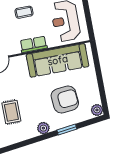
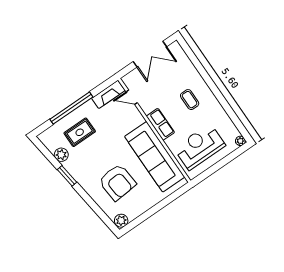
plant: (43, 128) -> (61, 155), moved
window: (67, 130) -> (67, 176), moved

